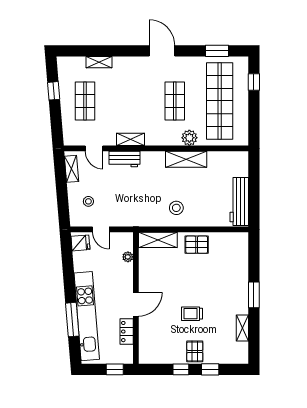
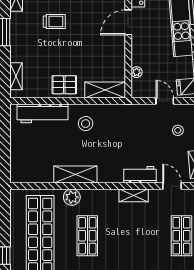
workbench: (239, 202) -> (43, 113), moved, turned 90
shelving: (243, 253) -> (16, 76), added
trolley: (192, 314) -> (54, 22), moved

